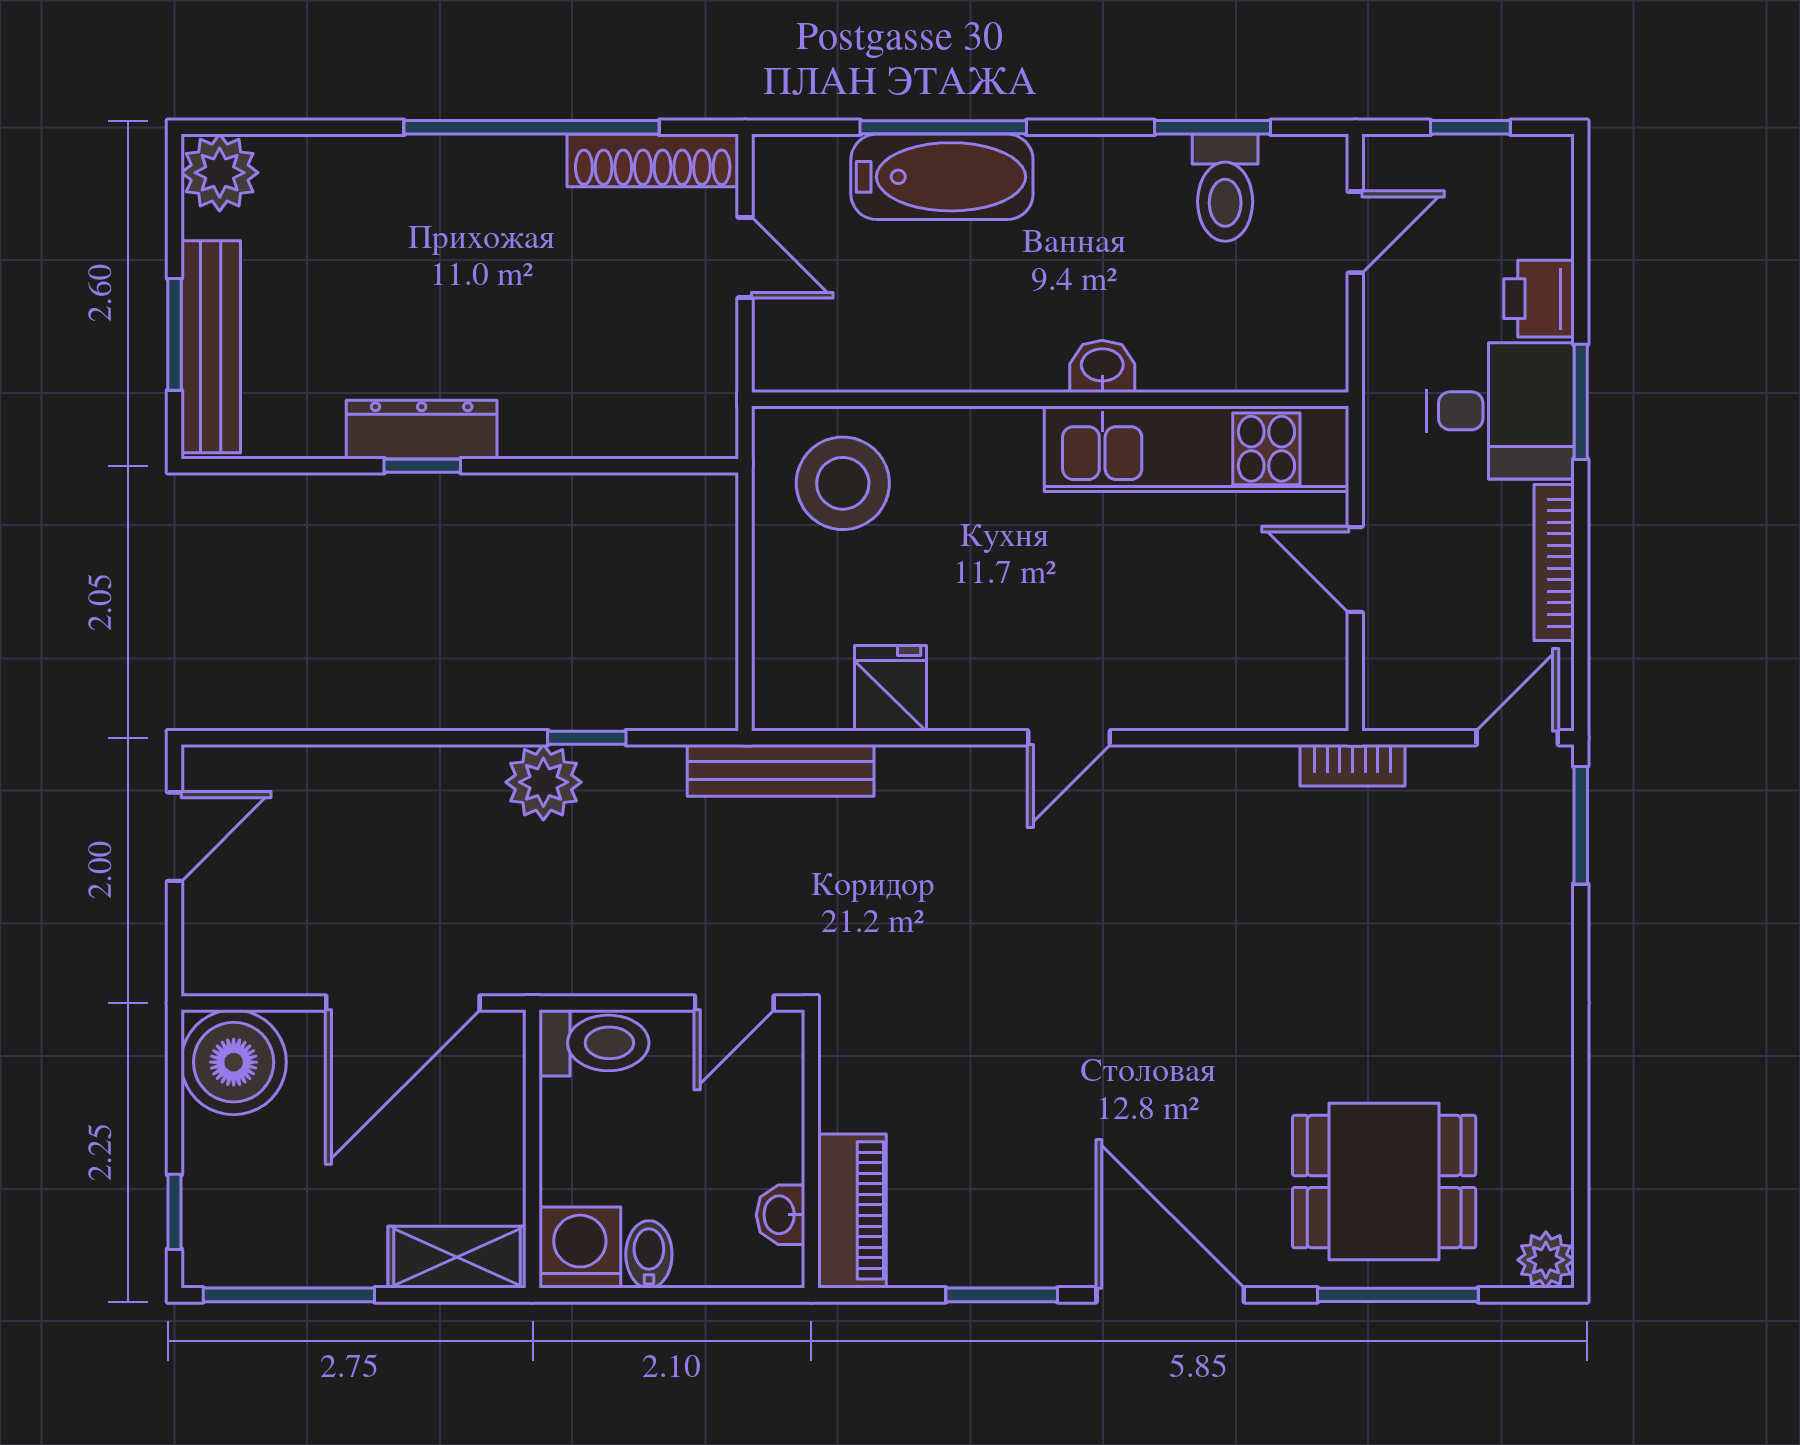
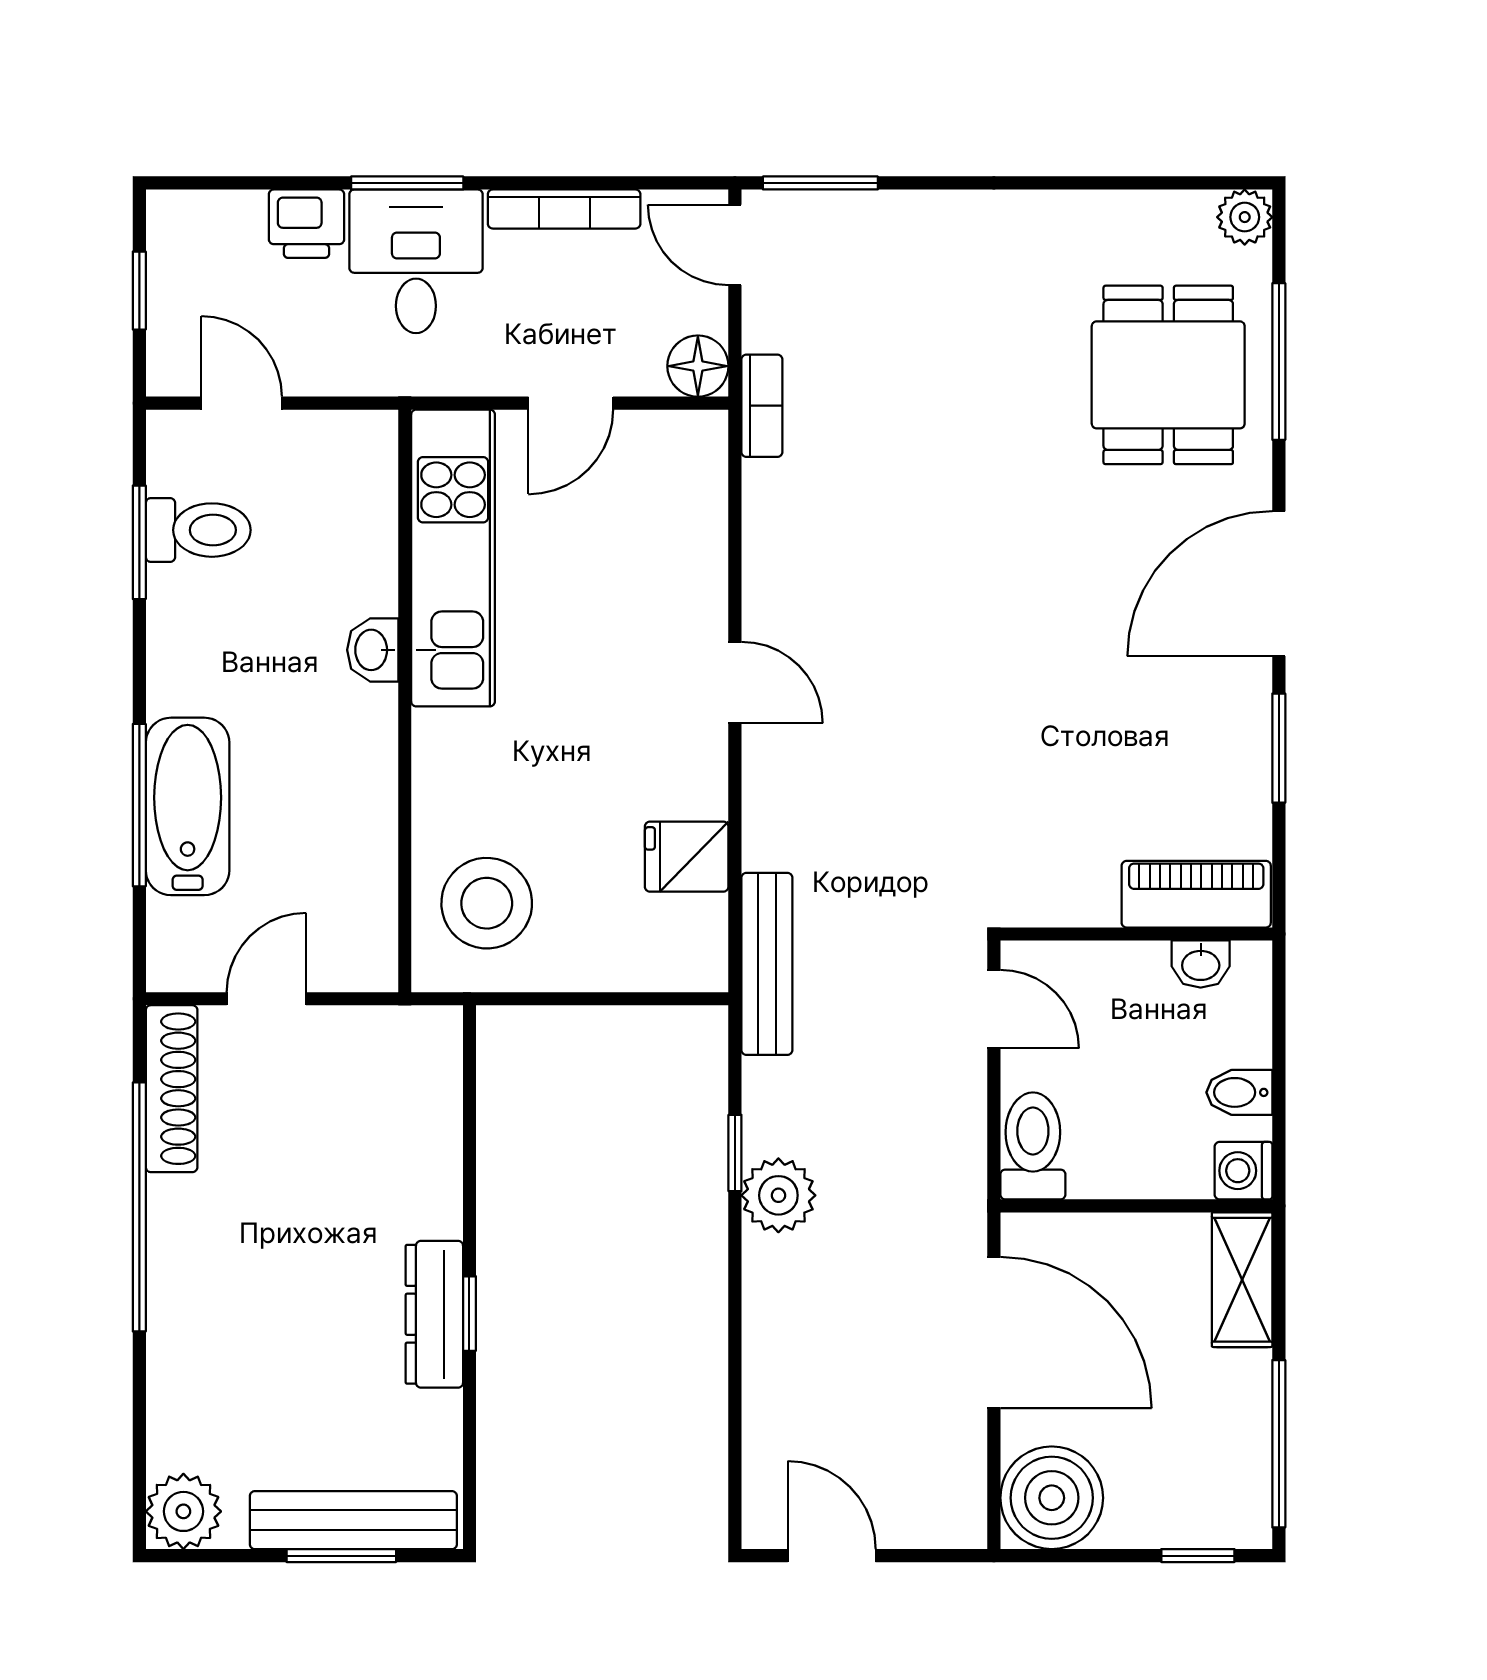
floor lamp: (1393, 700) -> (698, 366), added
washing machine: (580, 1248) -> (1244, 1171), width x0.73, depth x0.73

